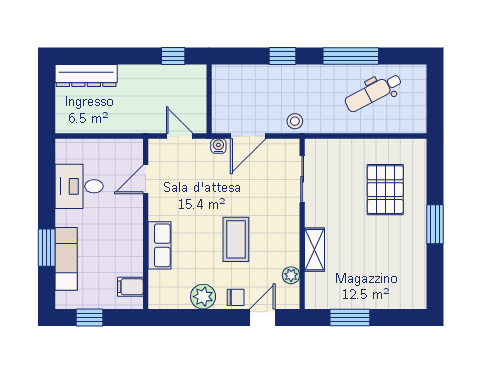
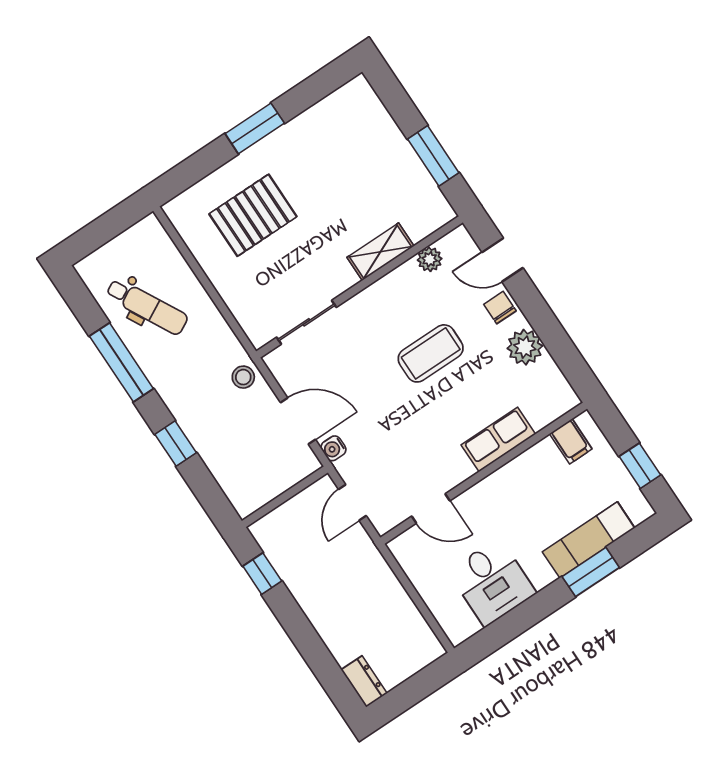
dresser: (86, 76) -> (364, 681), width x0.51, depth x0.80

